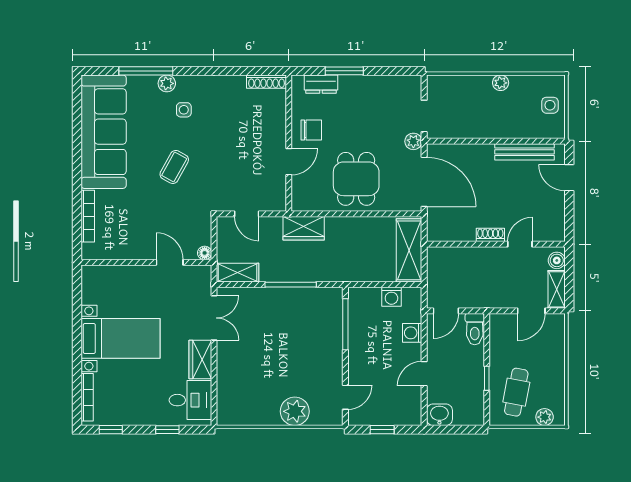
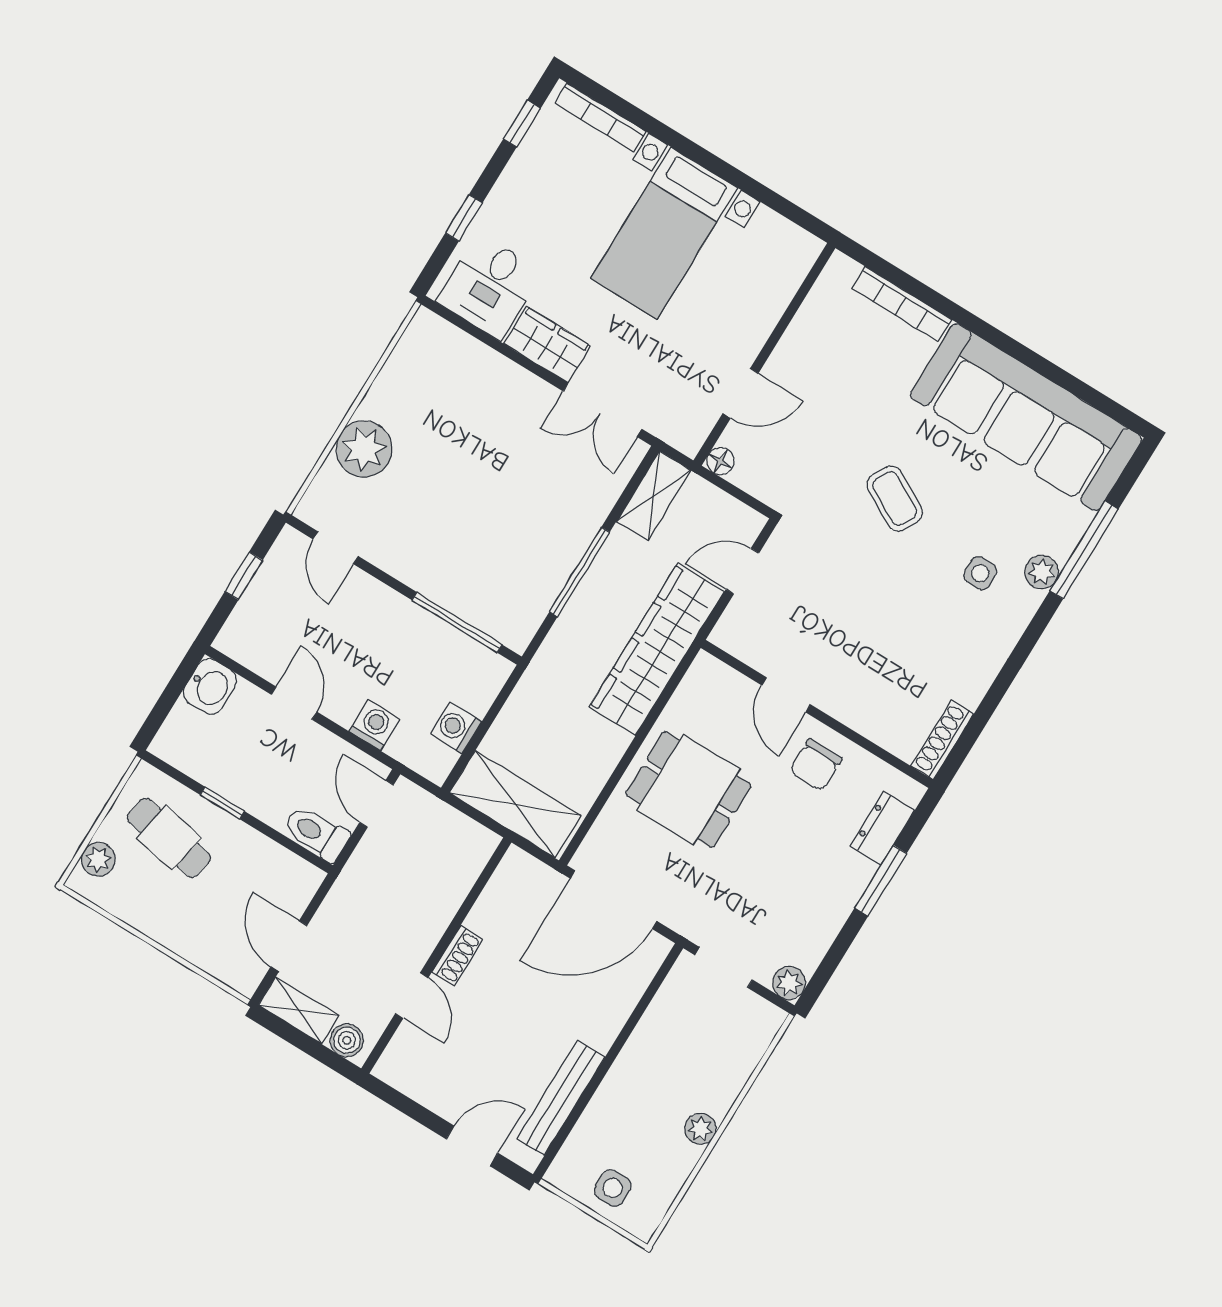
plant: (413, 141) -> (789, 983), moved
wardrobe: (304, 228) -> (657, 649), width x2.10, depth x1.17

